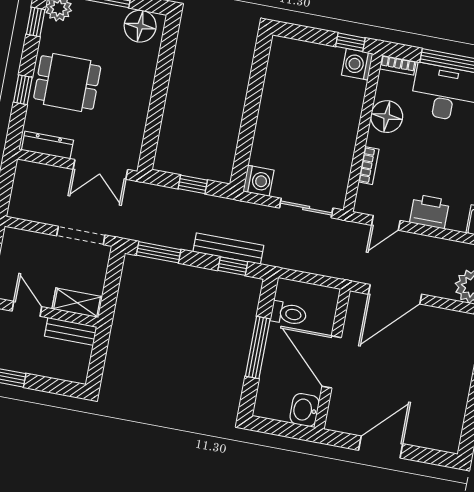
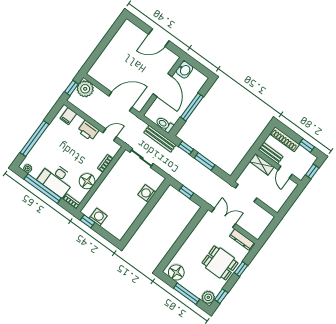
washing machine: (357, 64) -> (98, 217), moved, turned -90
washing machine: (258, 181) -> (147, 193), moved
bench: (228, 249) -> (160, 139), moved
window: (159, 252) -> (205, 161), moved
toilet: (289, 314) -> (165, 125), moved
shoe rack: (57, 370) -> (285, 139), added

